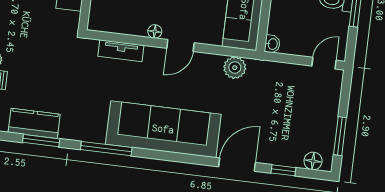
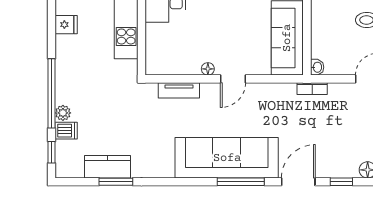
bookcase: (264, 66) -> (312, 89), added
plant: (235, 68) -> (285, 93), removed
window: (106, 149) -> (241, 182), moved

